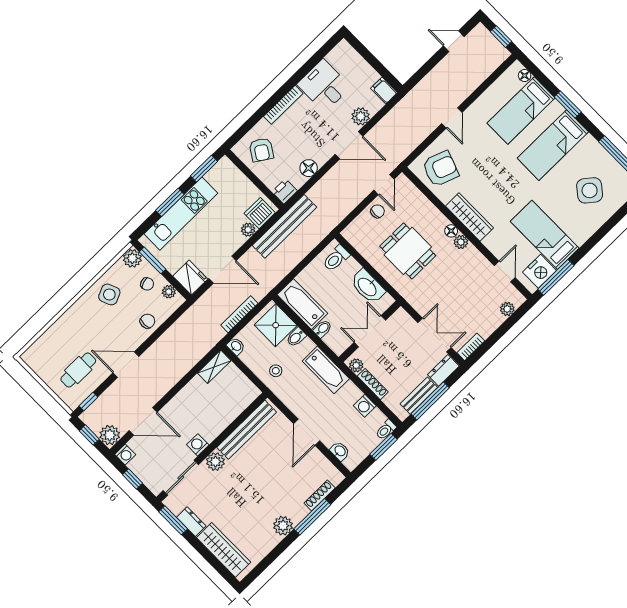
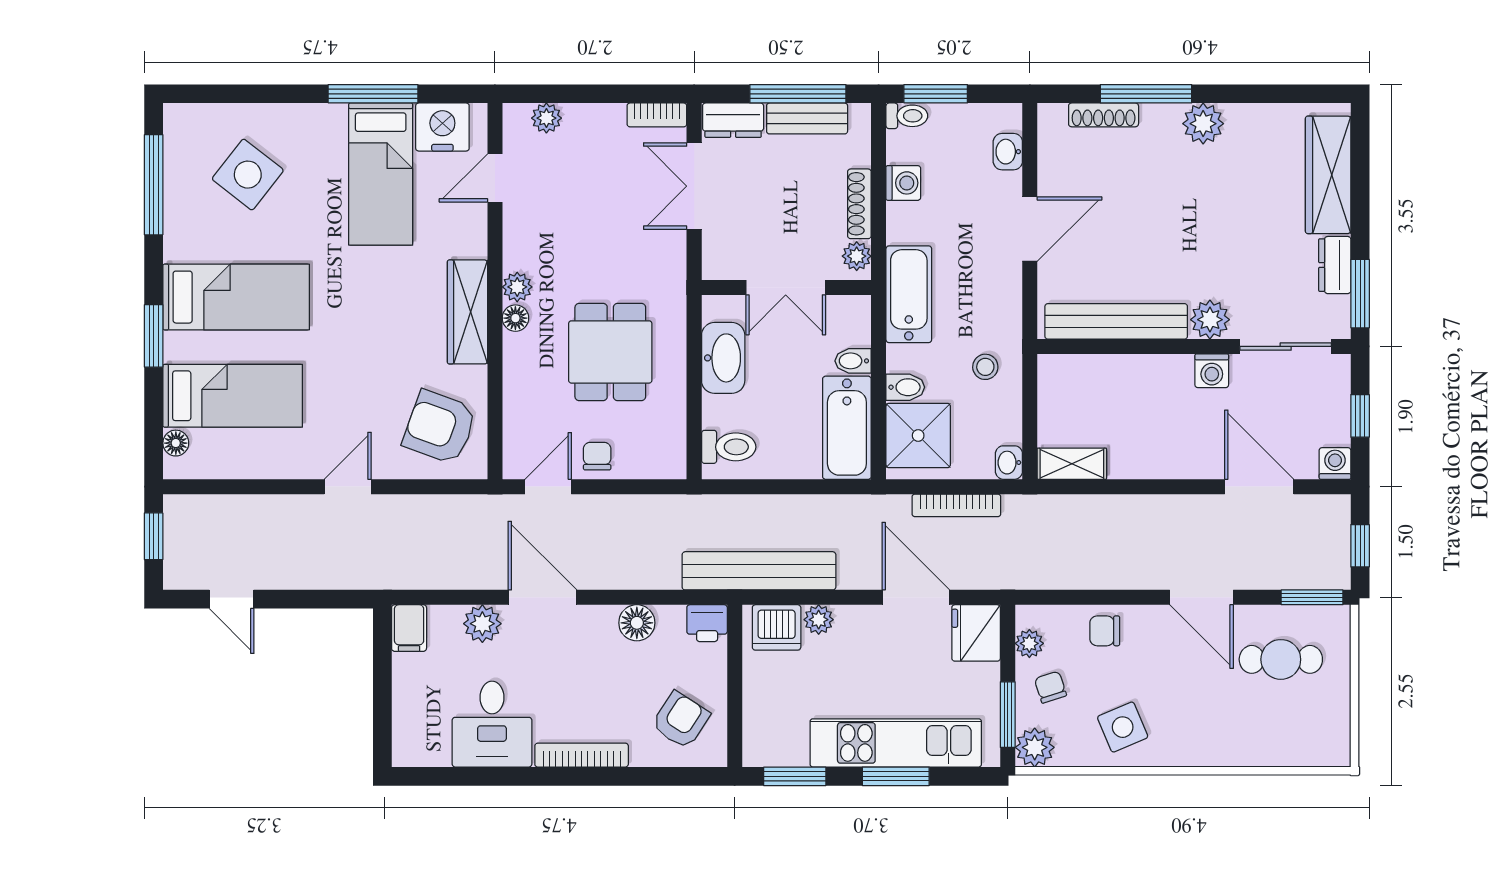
chair: (378, 211) -> (597, 456), turned 90
window: (556, 277) -> (373, 94), moved
window: (88, 401) -> (1312, 597), width x1.50
plant: (110, 435) -> (1330, 515), removed

